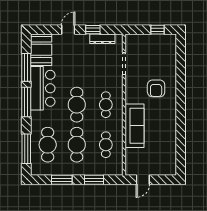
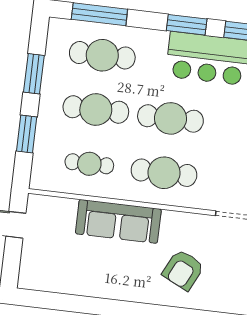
armchair: (156, 88) -> (183, 270), turned -64
window: (26, 102) -> (187, 25), width x0.69
cafe table: (106, 105) -> (164, 173), width x1.37, depth x1.35

